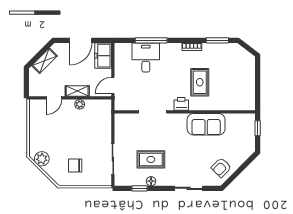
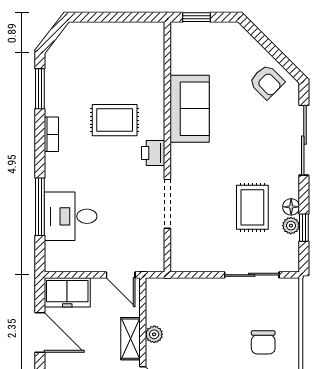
plant: (141, 181) -> (291, 226), added
sliding door: (189, 188) -> (304, 140), width x1.37

